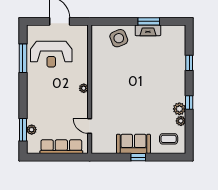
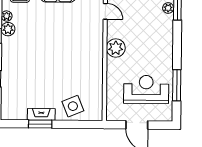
plant: (84, 88) -> (116, 48), width x1.88, depth x1.88

